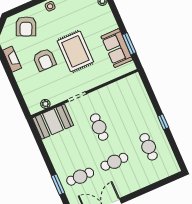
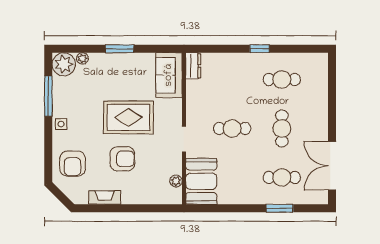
armchair: (26, 26) -> (73, 164), turned 66
window: (129, 44) -> (120, 49), moved
sofa: (117, 48) -> (169, 75), moved, turned 90
dresser: (131, 81) -> (193, 66), added
cafe table: (80, 177) -> (282, 177), turned 90

